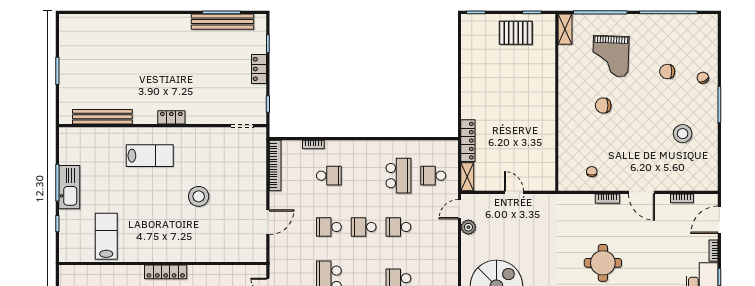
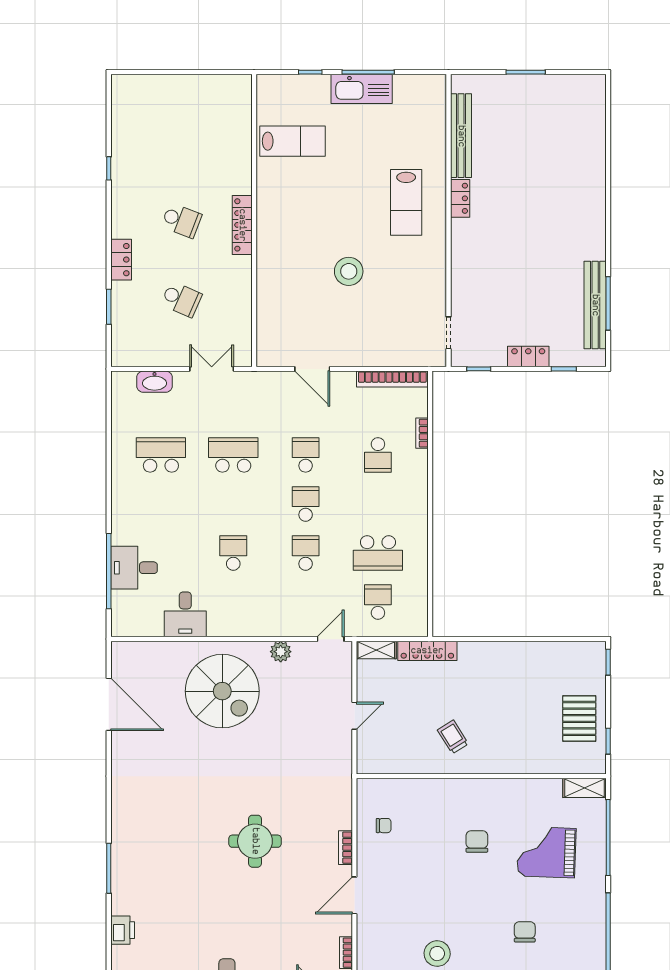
locker: (171, 117) -> (460, 198), moved
trolley: (529, 123) -> (453, 737), added
door: (459, 209) -> (331, 639), hinge flipped
plant: (468, 227) -> (281, 652), moved

